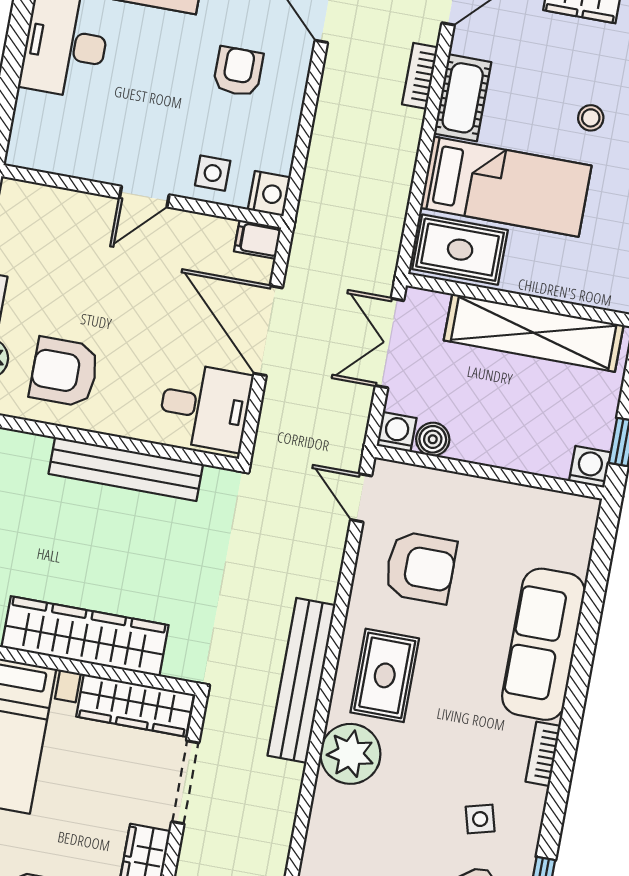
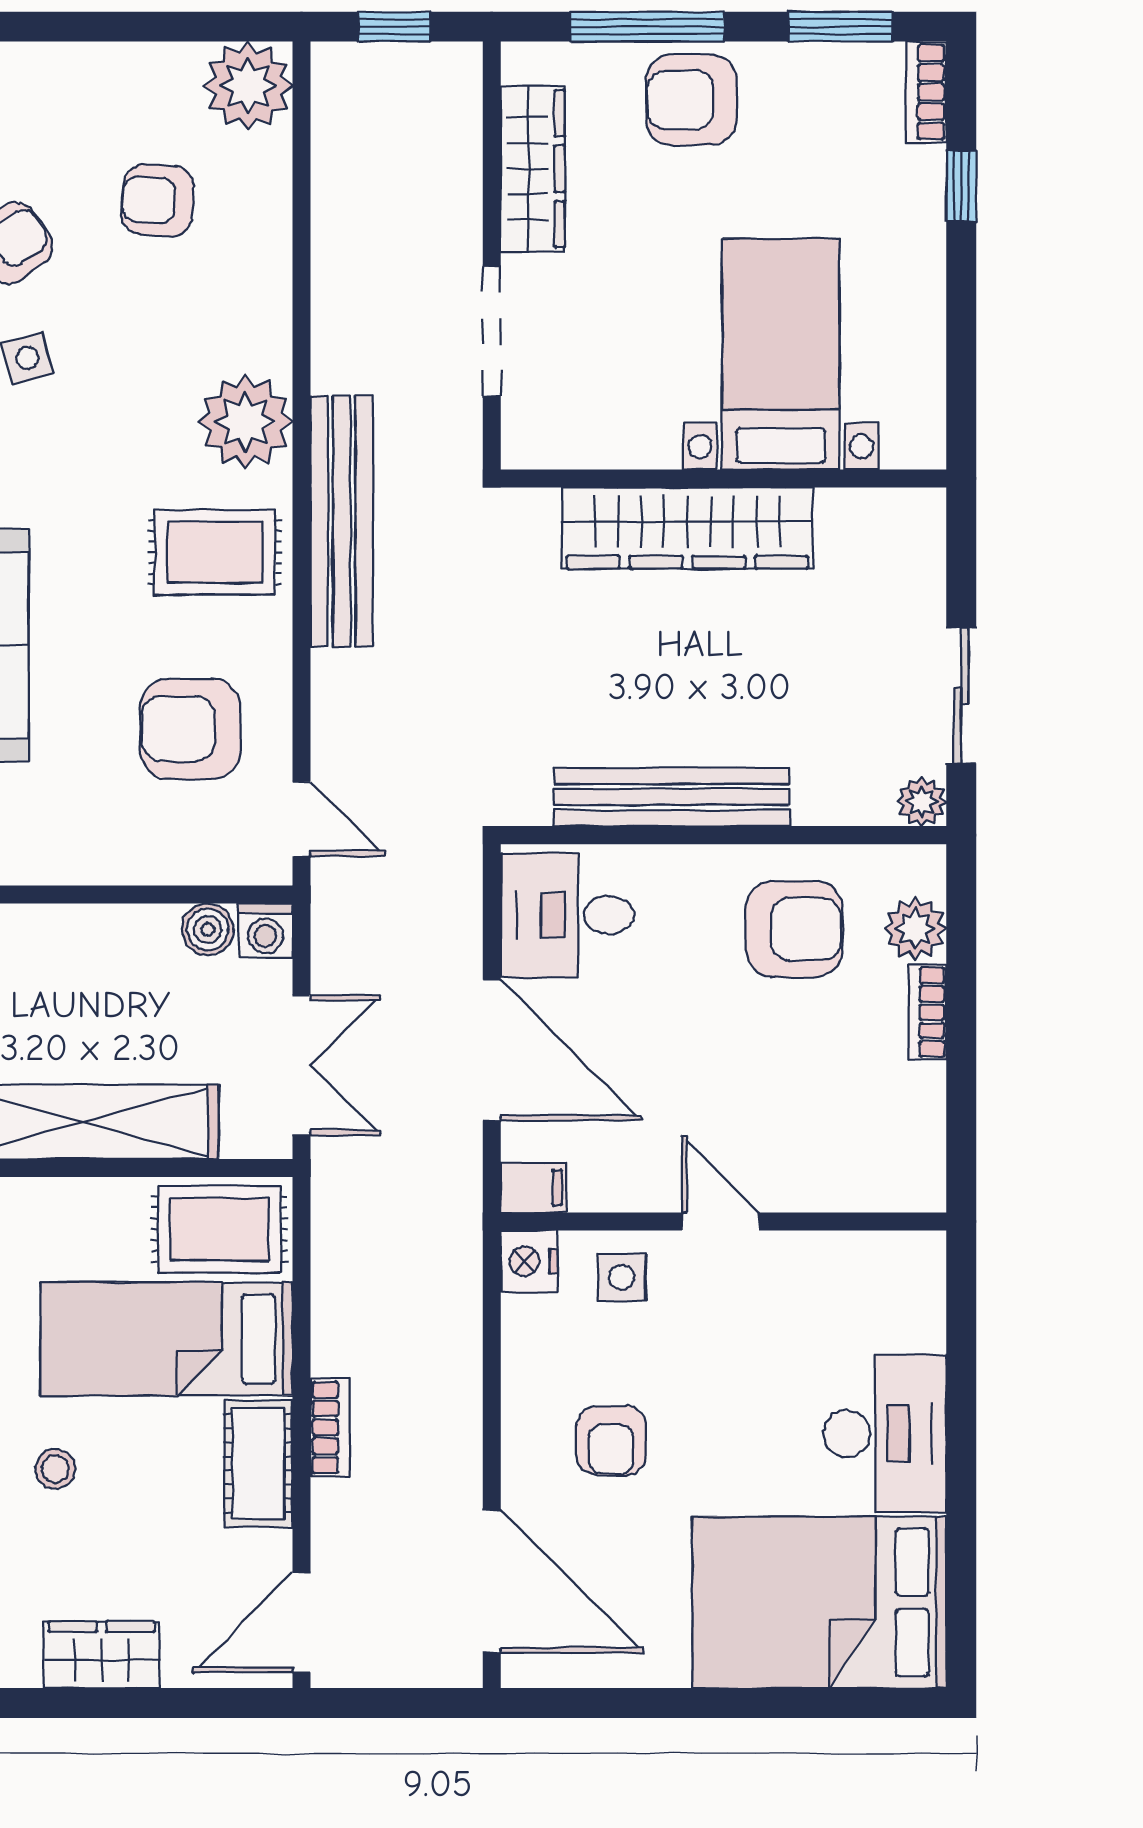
bookcase: (420, 76) -> (330, 1427), moved
door: (144, 197) -> (720, 1221), hinge flipped
rug: (385, 675) -> (215, 552), turned 90
wardrobe: (135, 705) -> (591, 436), removed

